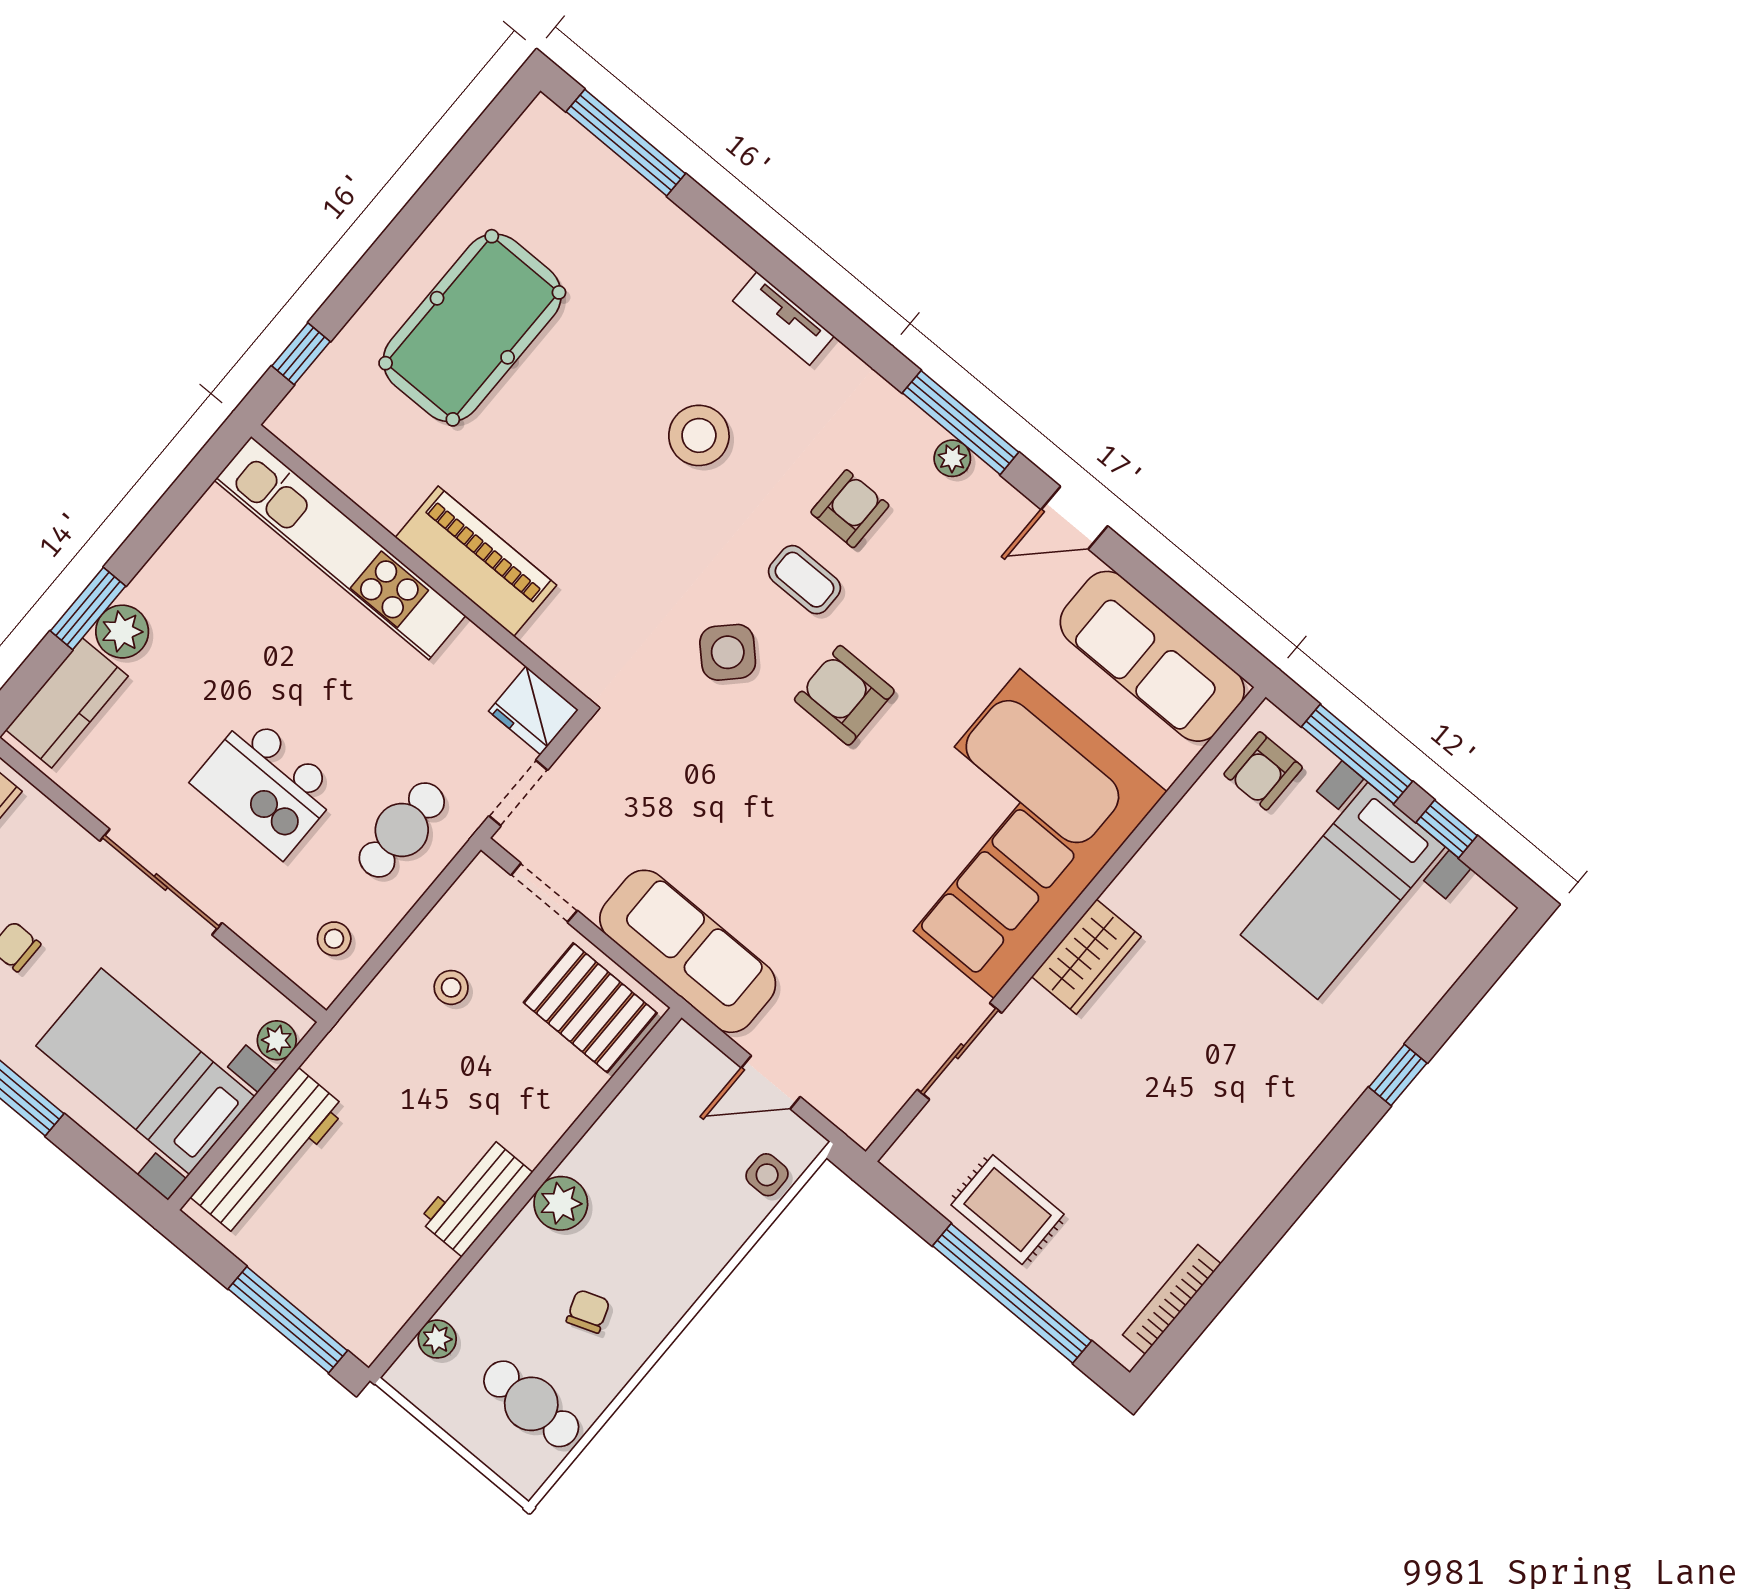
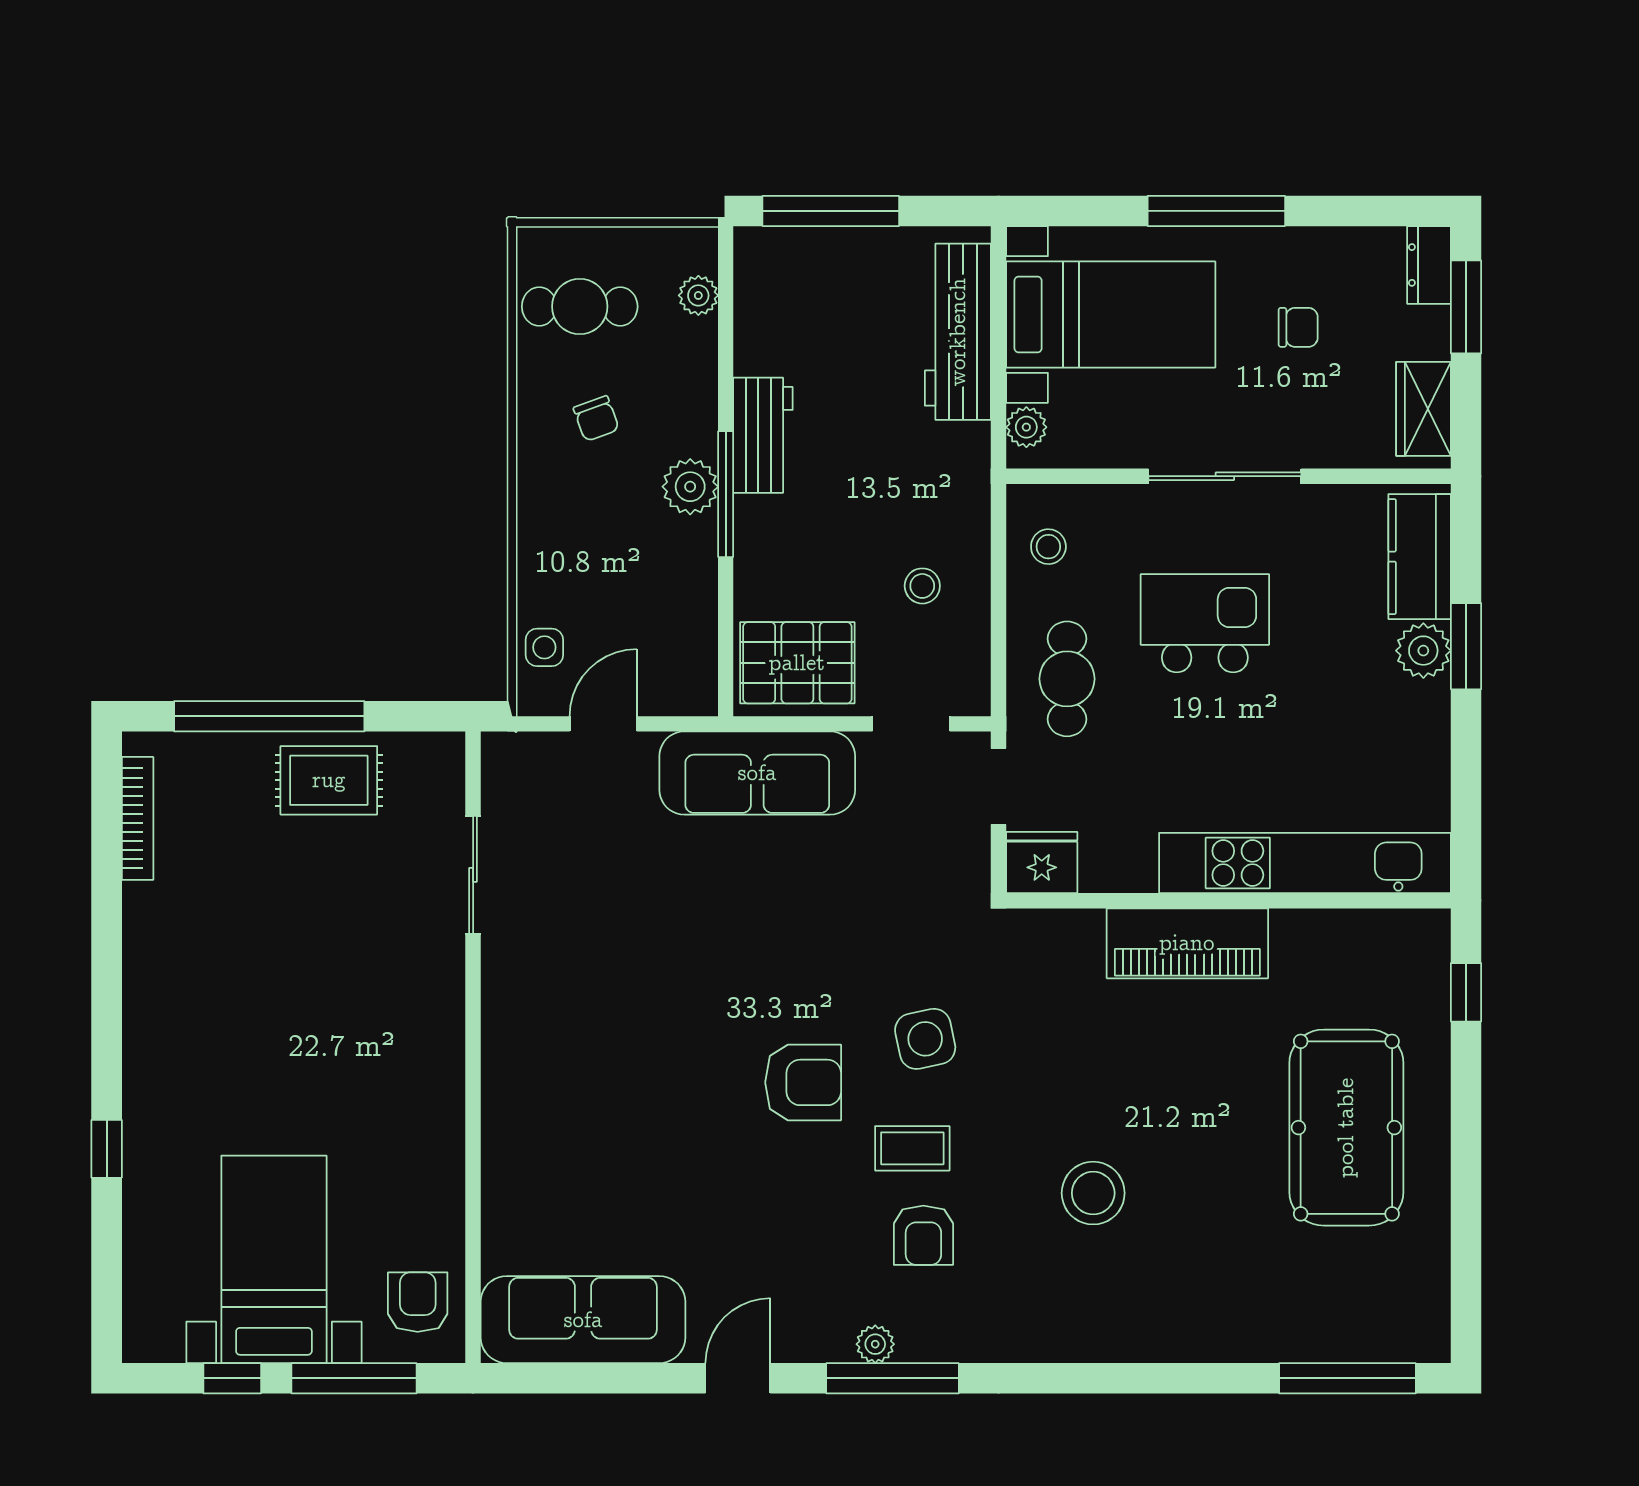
tv unit: (783, 318) -> (1104, 1343), removed
side table: (728, 652) -> (925, 1039), turned 33
corner sofa: (1007, 833) -> (581, 1081), removed
wardrobe: (1086, 957) -> (435, 1035), removed
window: (539, 1176) -> (726, 494), added

